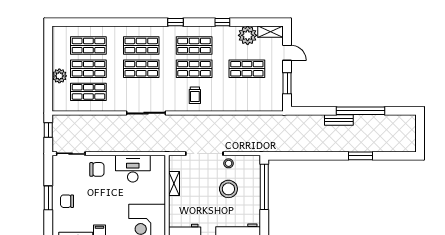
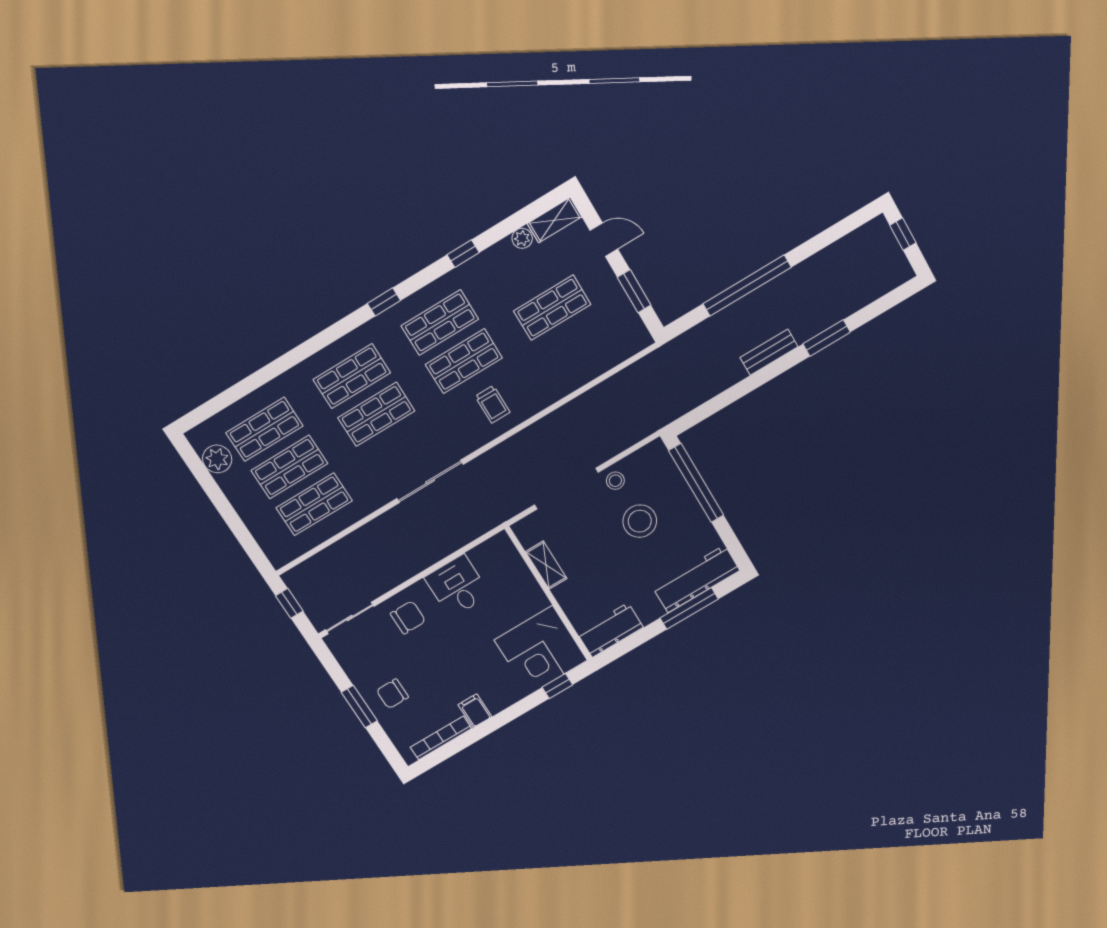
plant: (248, 35) -> (522, 238), width x0.53, depth x0.53
plant: (59, 76) -> (217, 459), moved
window: (360, 111) -> (747, 285), moved
bench: (339, 120) -> (769, 352), moved
window: (420, 129) -> (903, 234), added
desk: (133, 169) -> (457, 586), width x0.73

